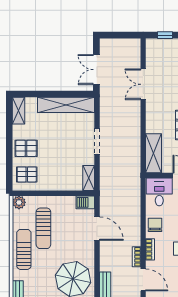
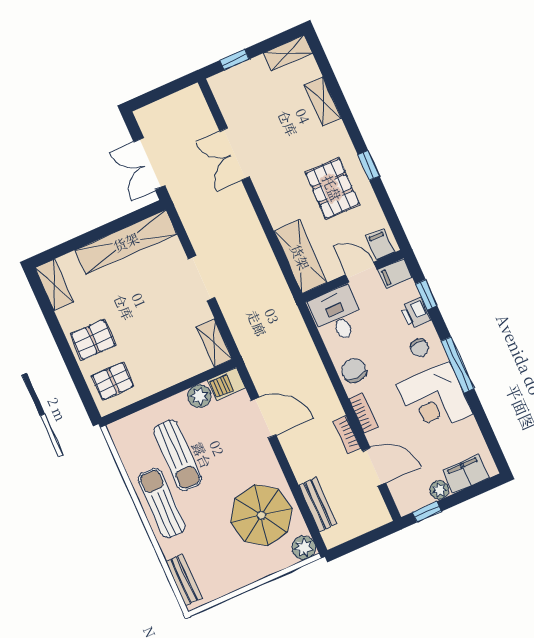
plant: (19, 202) -> (199, 396), moved

